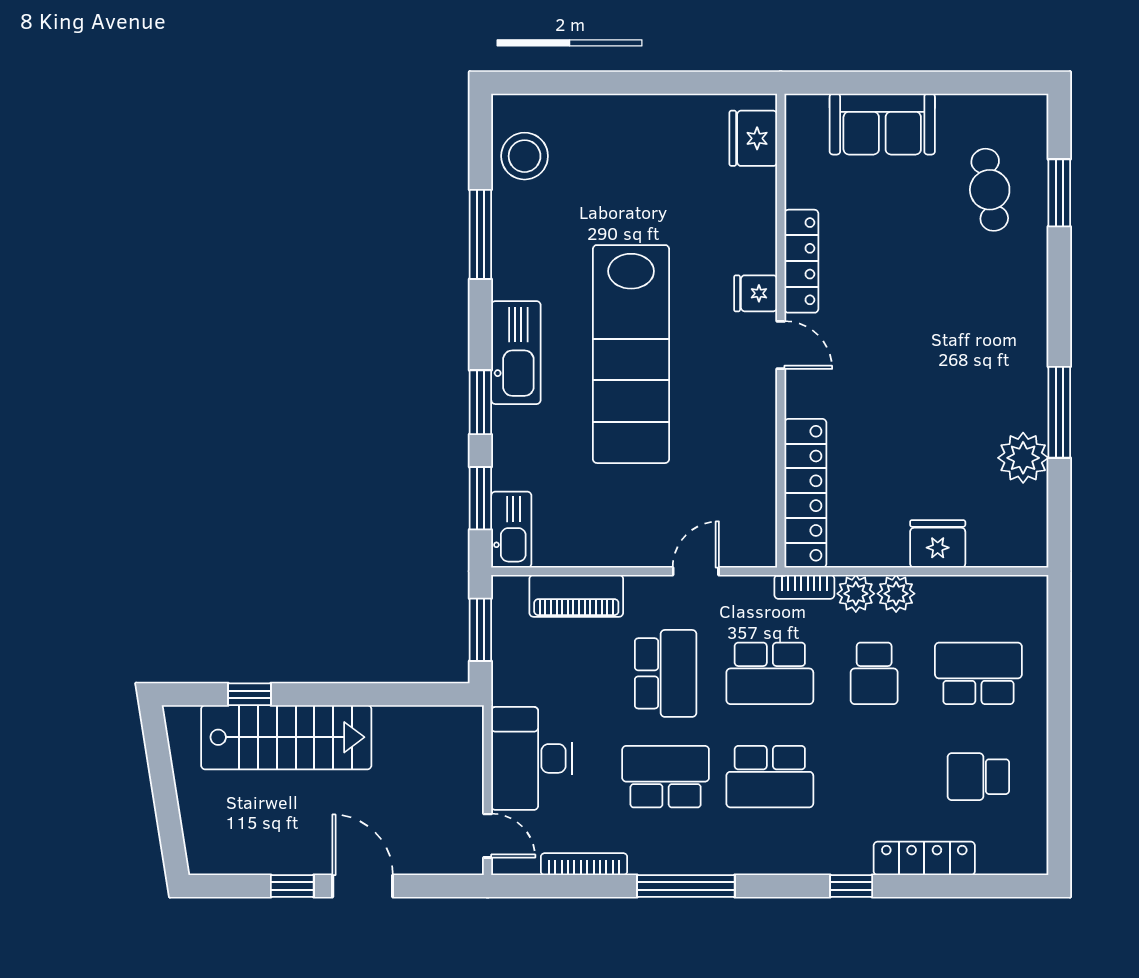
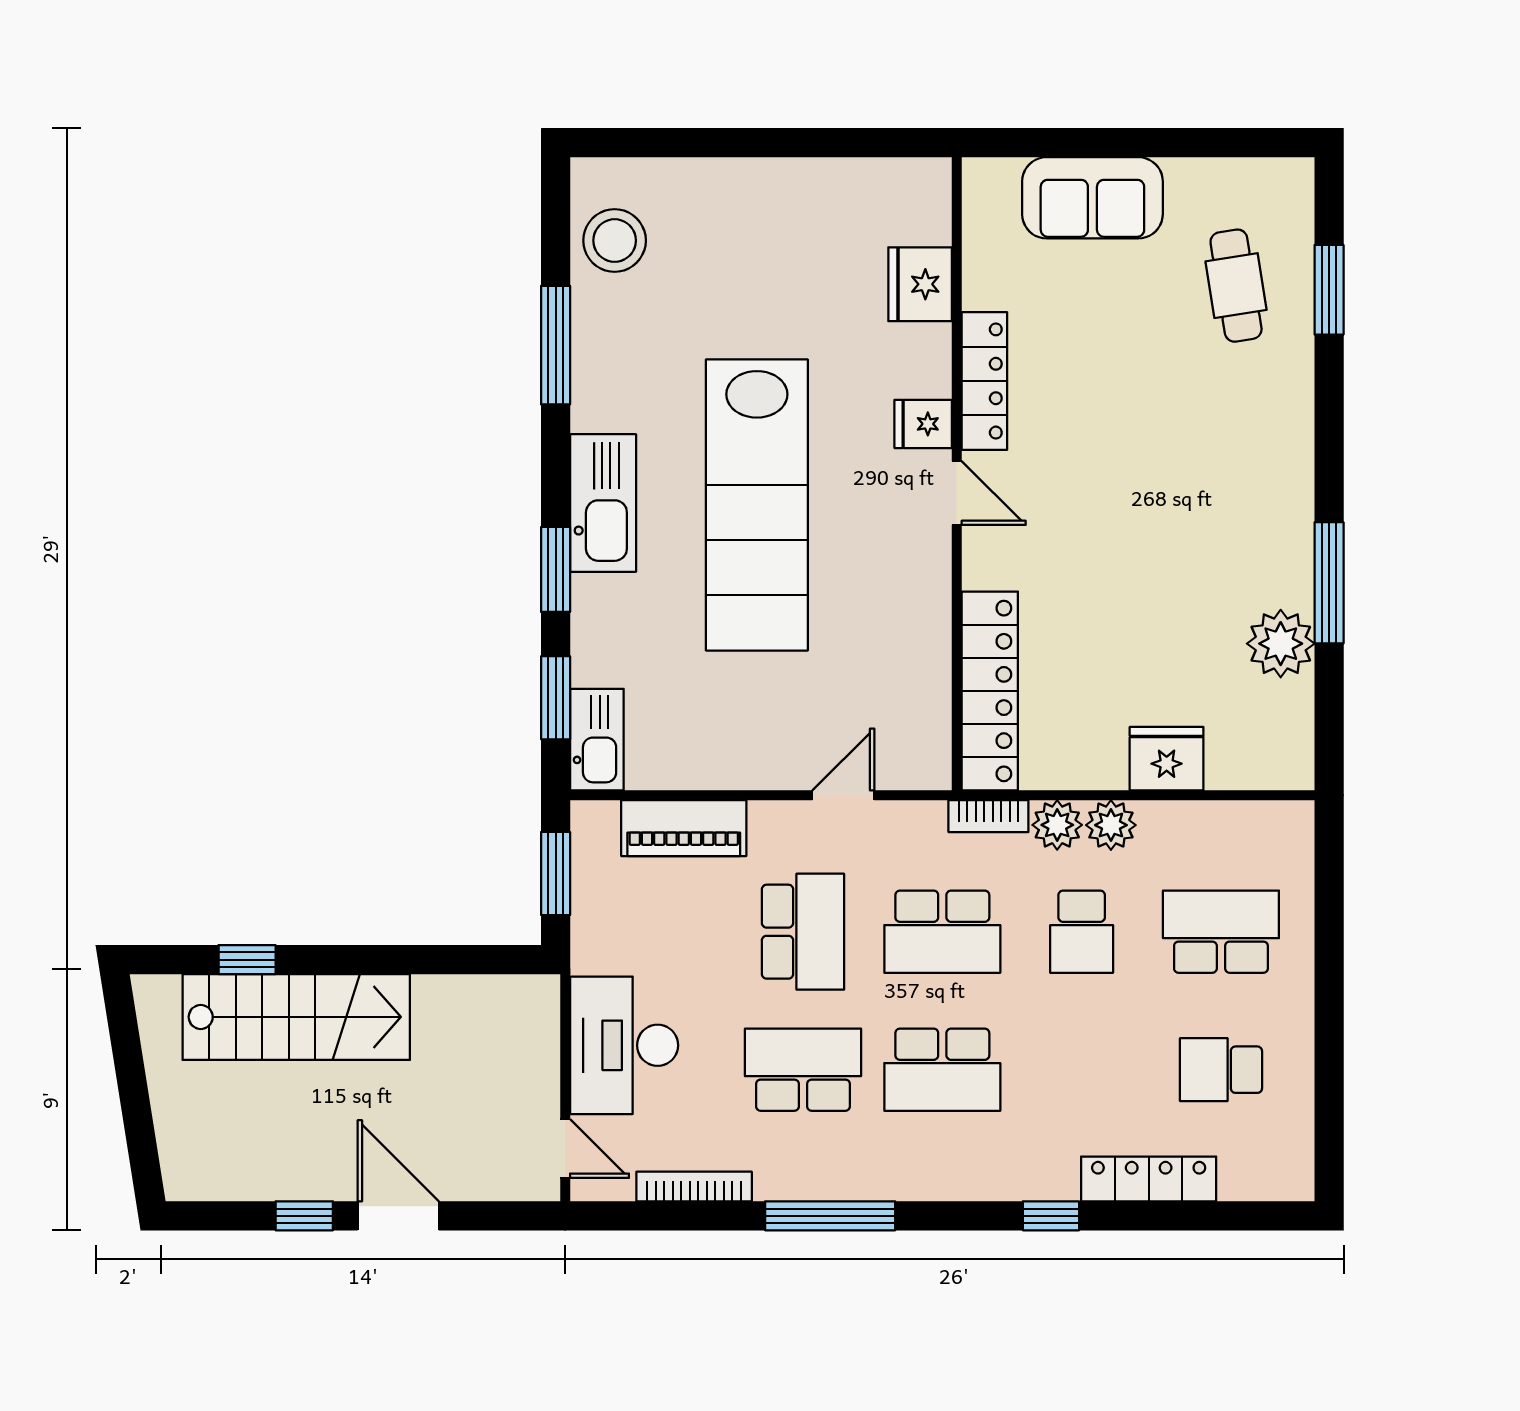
fridge: (753, 138) -> (920, 284), moved

